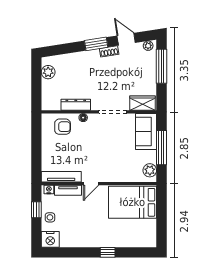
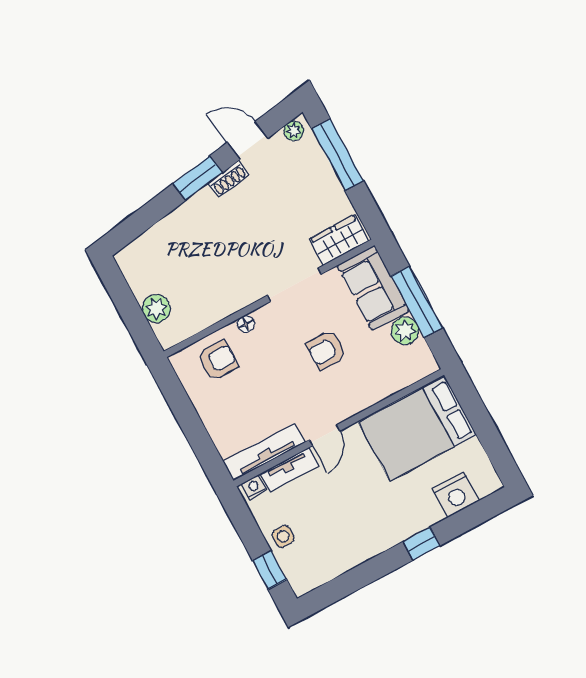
plant: (48, 72) -> (156, 309), moved
dresser: (76, 105) -> (220, 308), removed
armchair: (112, 147) -> (326, 350), added
plant: (150, 170) -> (405, 331), moved
window: (36, 210) -> (270, 570), moved
nightstand: (50, 239) -> (456, 495), moved

